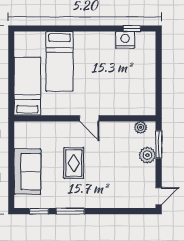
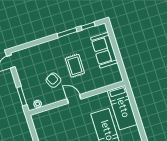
armchair: (109, 153) -> (53, 80), added
plant: (147, 155) -> (27, 87), removed

